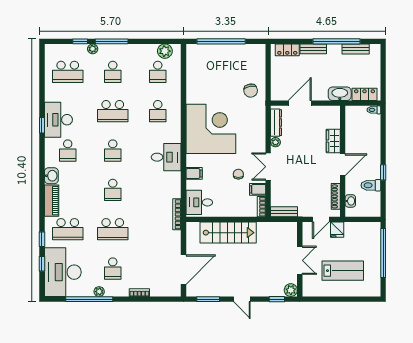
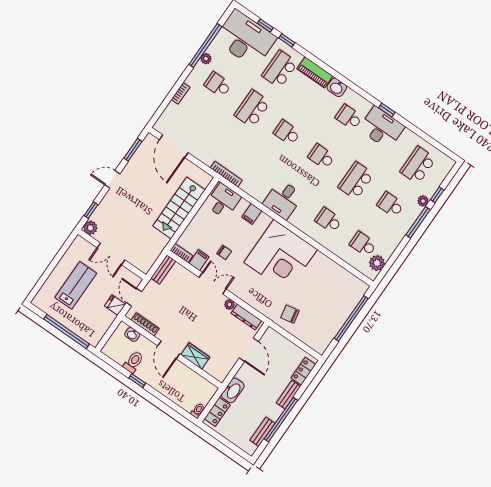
lab bench: (343, 271) -> (76, 285), turned 180

